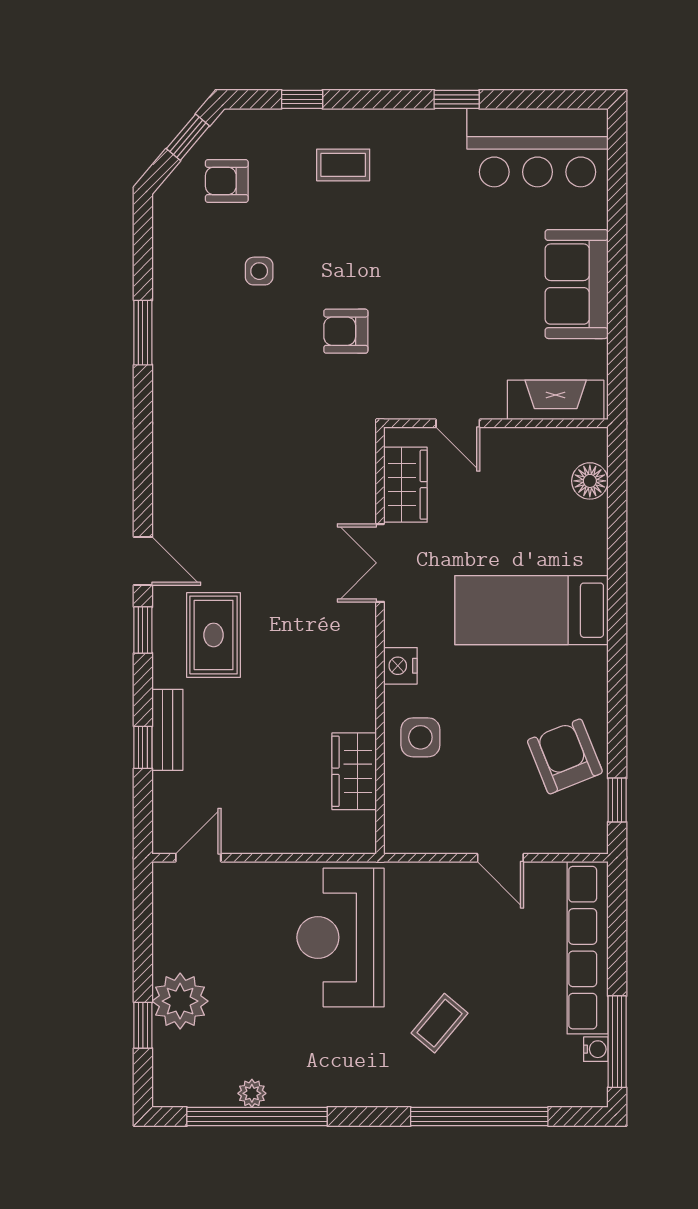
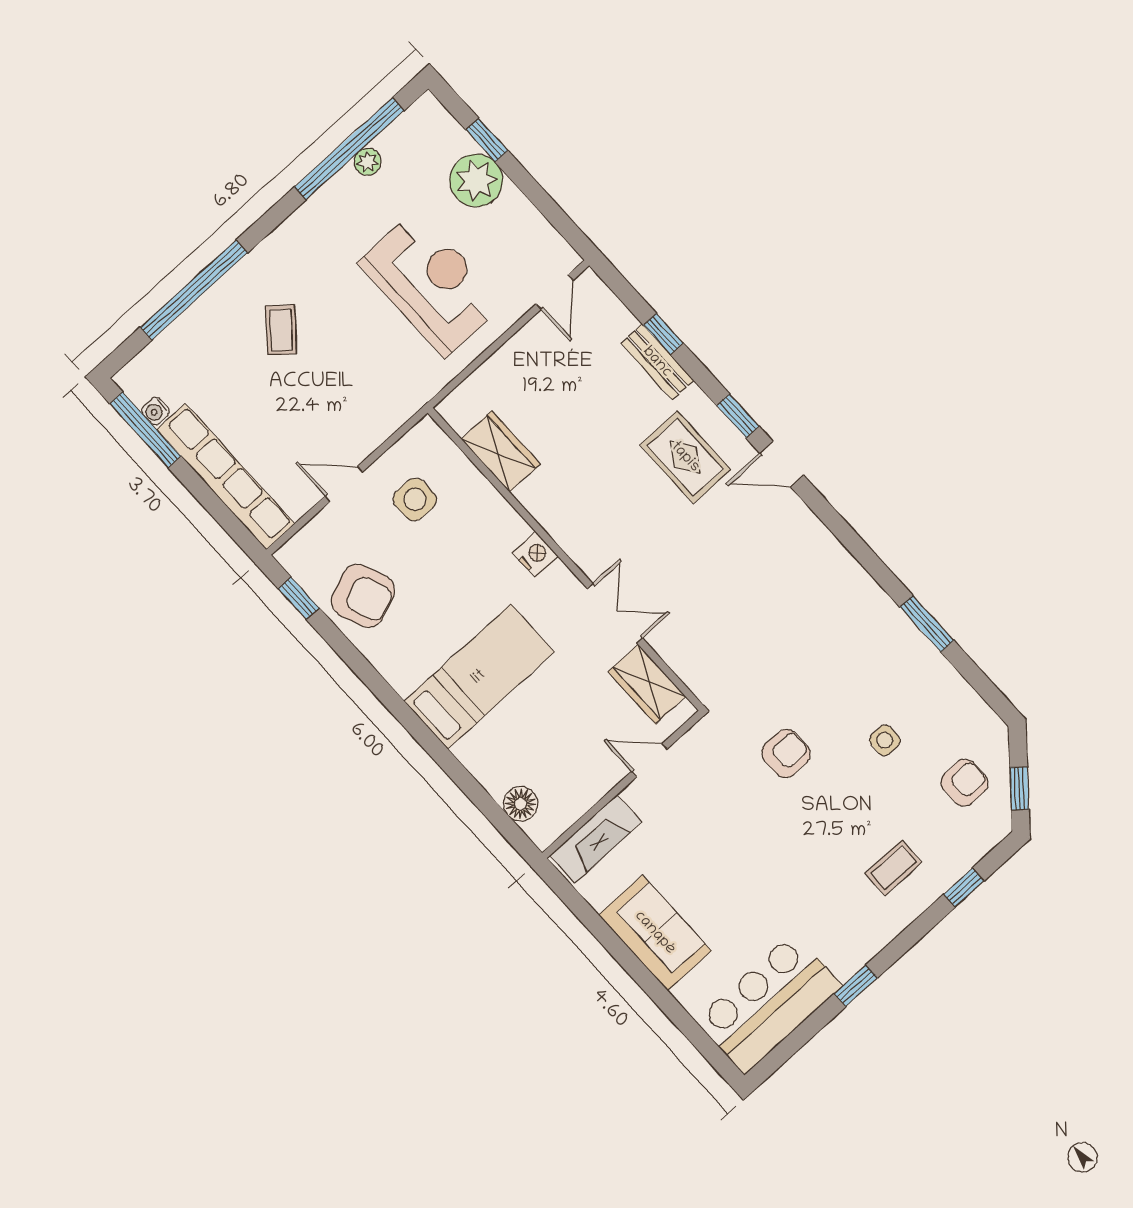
side table: (420, 737) -> (415, 499), moved
reception desk: (341, 937) -> (431, 283), moved

